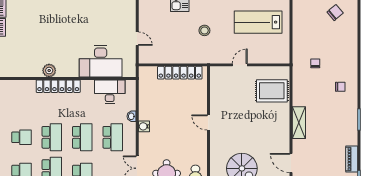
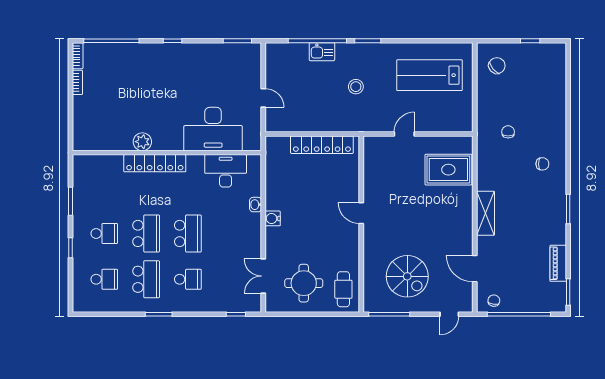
chair: (335, 13) -> (497, 66), moved
school desk: (113, 137) -> (230, 233), removed

